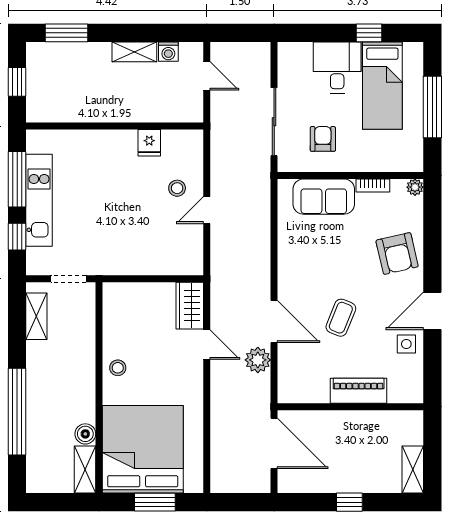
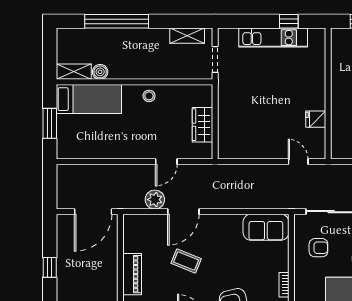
window: (17, 179) -> (289, 21), width x0.46
stool: (177, 188) -> (282, 140), removed
sofa: (324, 197) -> (266, 227), moved, turned -90
door: (207, 210) -> (298, 162), moved
window: (17, 237) -> (246, 21), removed
wardrobe: (190, 306) -> (202, 125), moved, turned -90
bed: (143, 449) -> (89, 99), width x0.49

